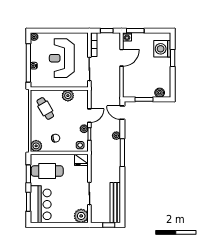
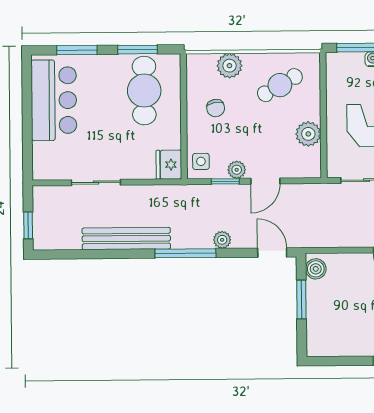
boiler: (160, 93) -> (316, 269), moved
door: (122, 113) -> (272, 253), hinge flipped
door: (89, 116) -> (265, 181), hinge flipped
plant: (36, 146) -> (229, 66), moved
bench: (115, 203) -> (126, 238), moved
bar counter: (41, 204) -> (54, 100), moved, turned -90
plant: (81, 216) -> (47, 165), removed

